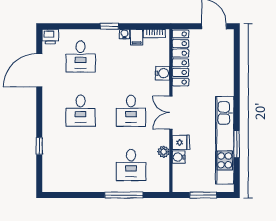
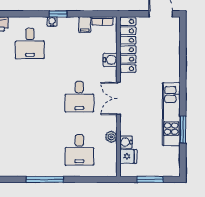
water cooler: (124, 34) -> (52, 22), moved
desk: (81, 111) -> (30, 97), removed
kitchen unit: (225, 140) -> (171, 114), width x0.73
fridge: (181, 142) -> (128, 156), moved
window: (124, 195) -> (45, 179), moved

